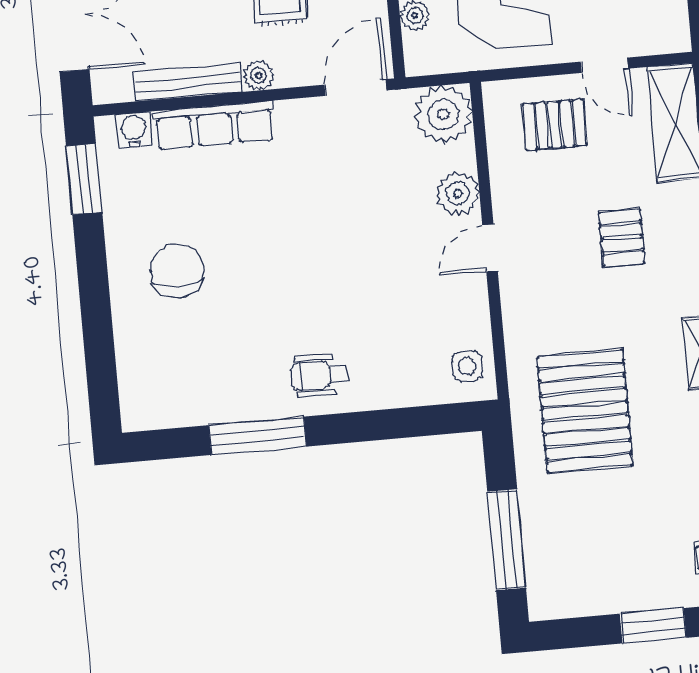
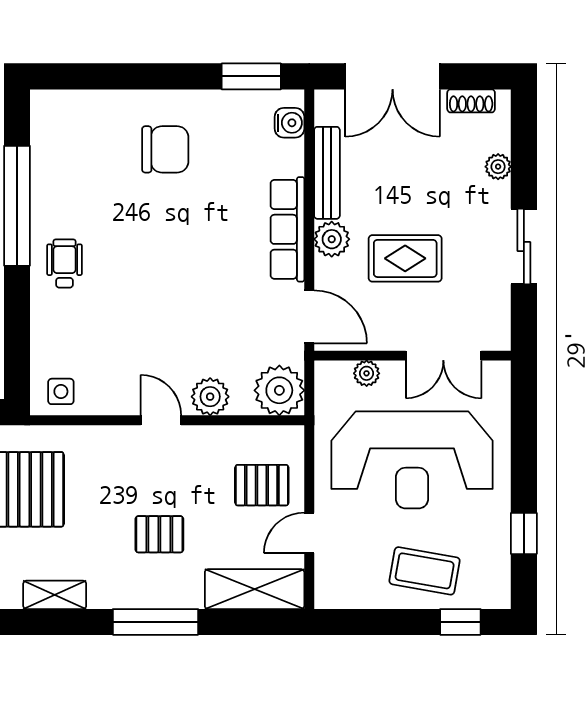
plant: (259, 76) -> (332, 239), width x1.38, depth x1.38
row of seats: (214, 125) -> (287, 229), moved
pallet: (555, 125) -> (262, 485), turned 90
window: (258, 436) -> (17, 206), width x1.46

